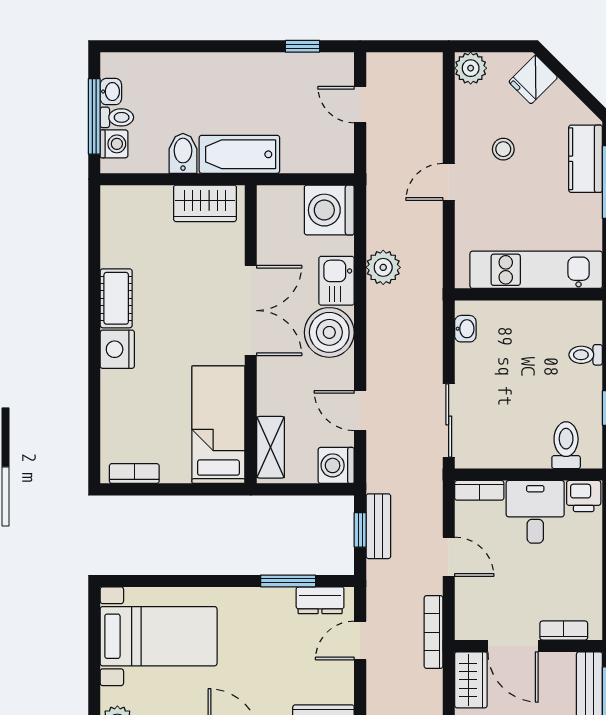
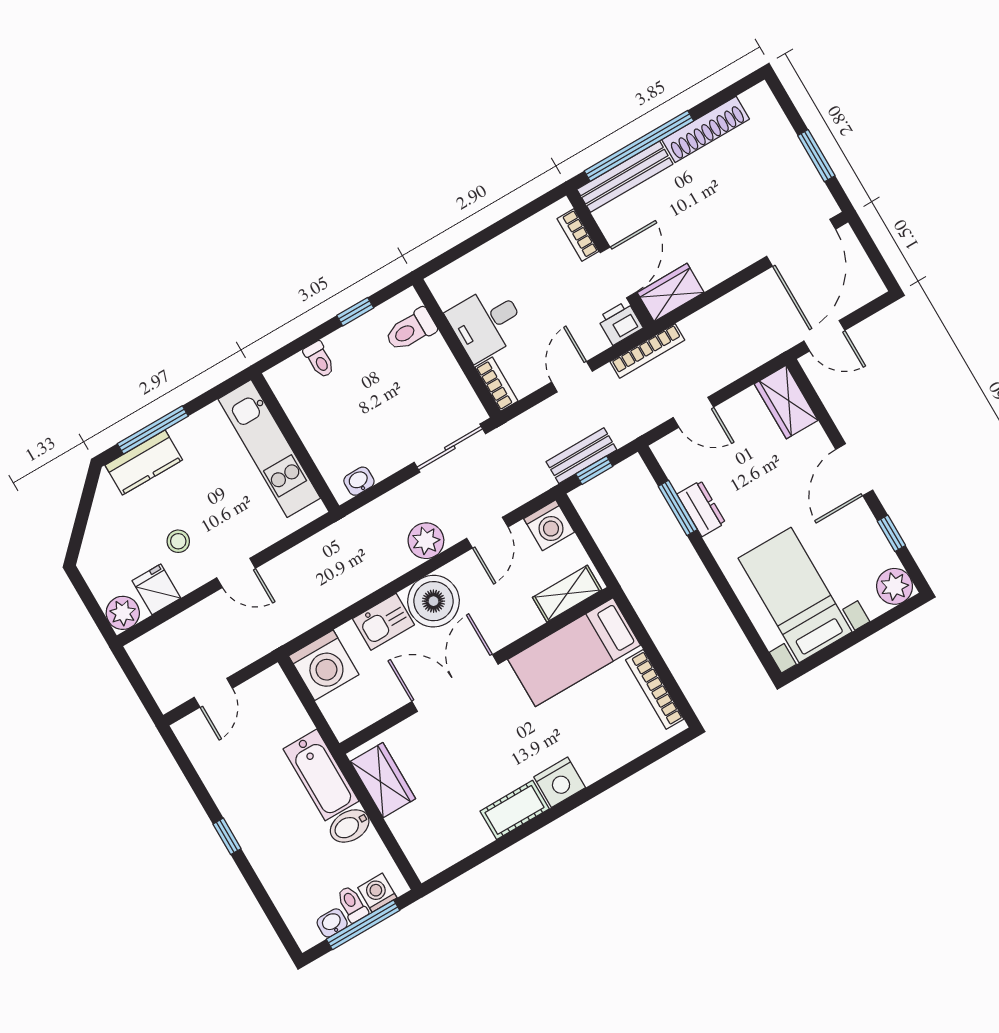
window: (303, 46) -> (227, 836), moved
fridge: (533, 80) -> (156, 589), moved, turned -135
plant: (383, 267) -> (426, 541), moved
bookcase: (134, 474) -> (655, 689), width x1.56
printer: (584, 496) -> (620, 323), moved, turned -90
dresser: (320, 600) -> (701, 508), moved

